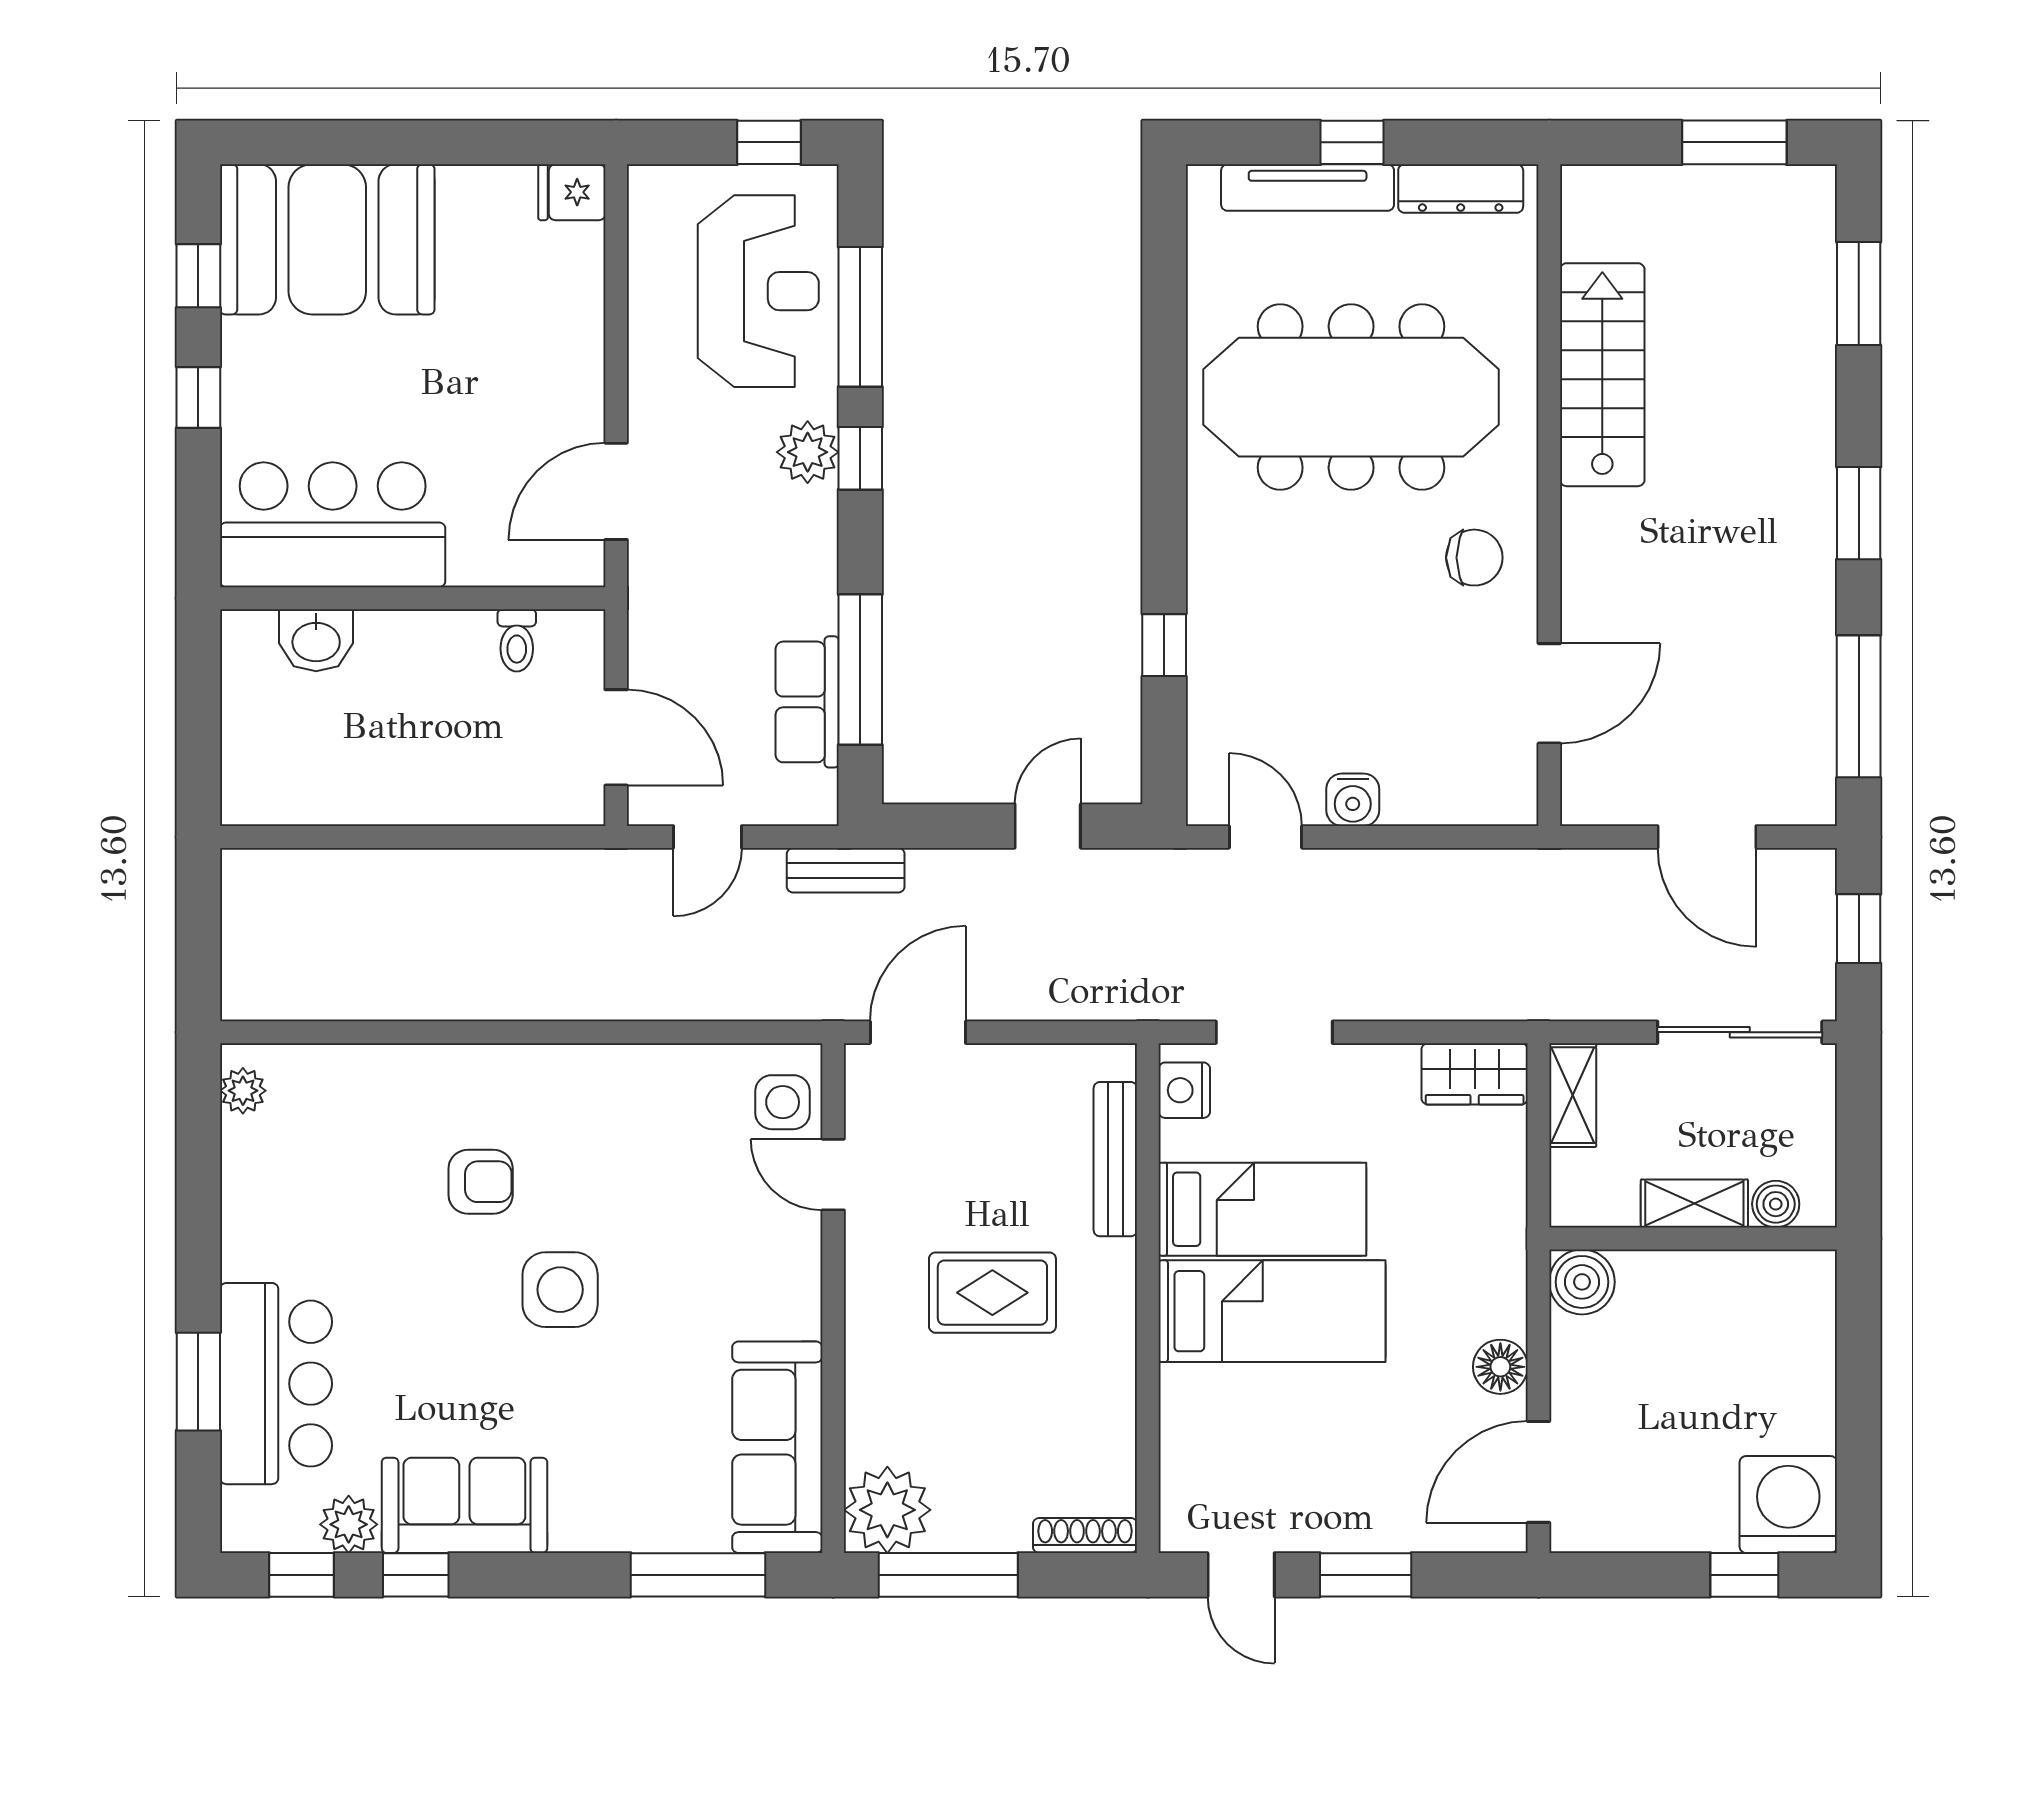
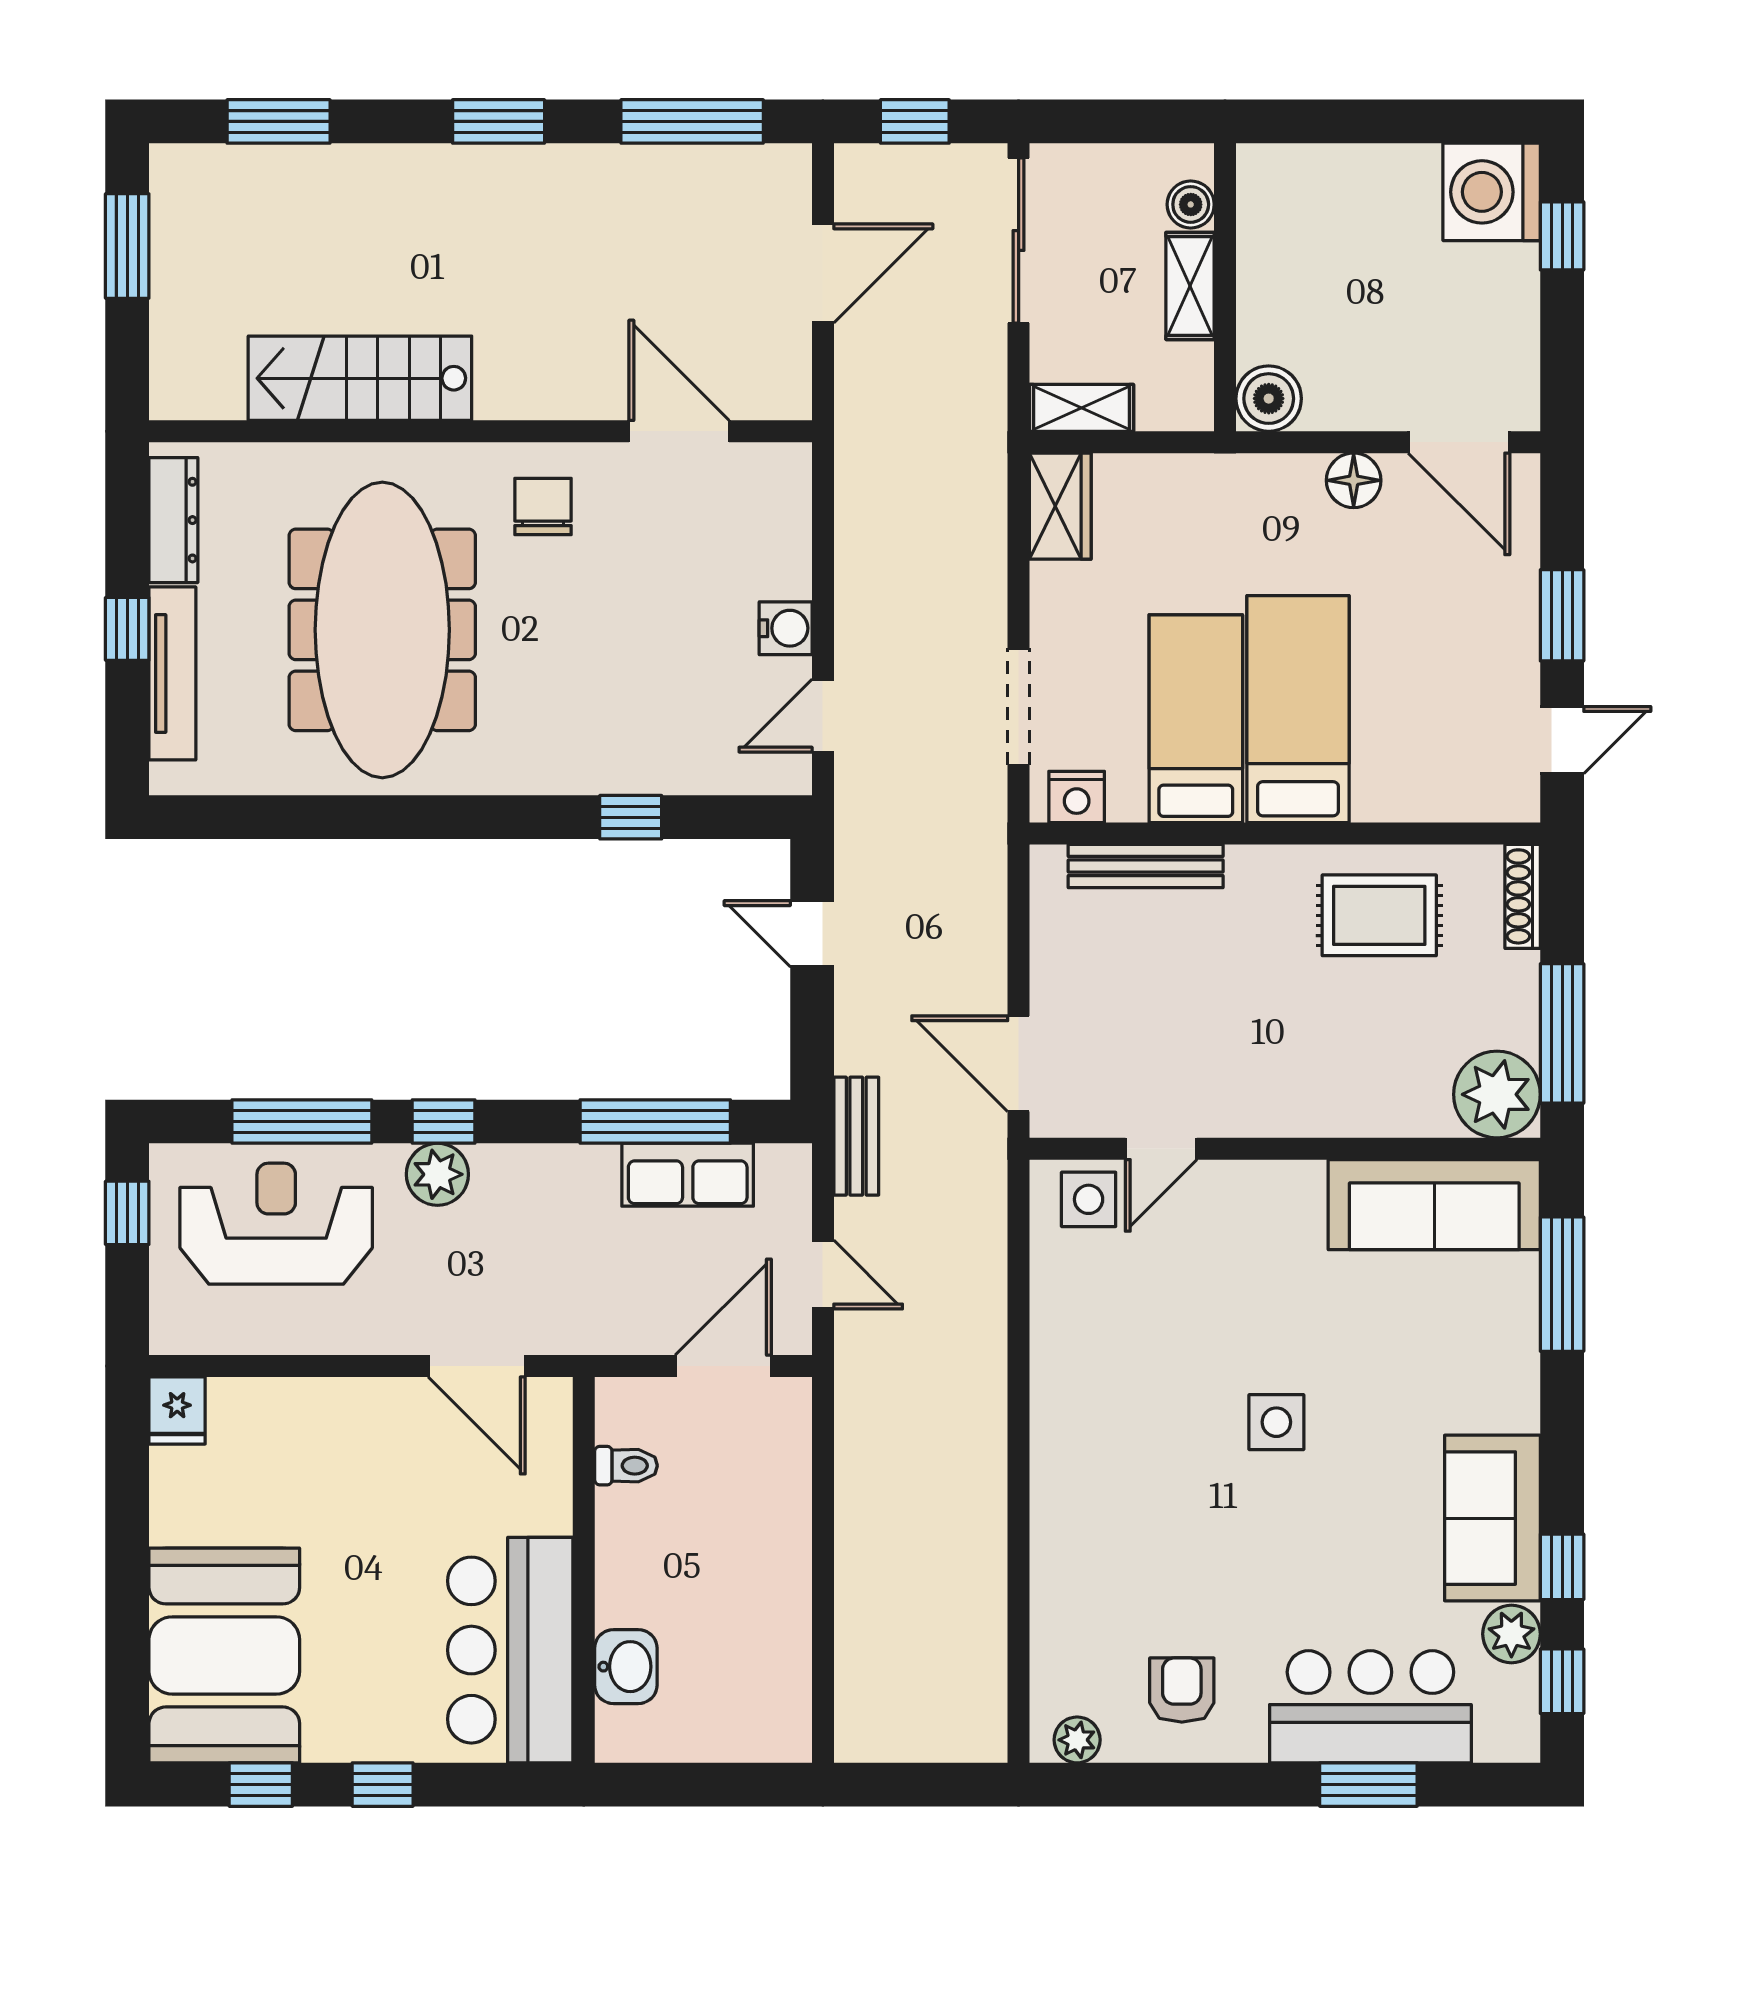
armchair: (481, 1182) -> (1182, 1690), moved
side table: (560, 1290) -> (1276, 1422), width x0.73, depth x0.73
rug: (992, 1293) -> (1379, 915), moved, turned 90

